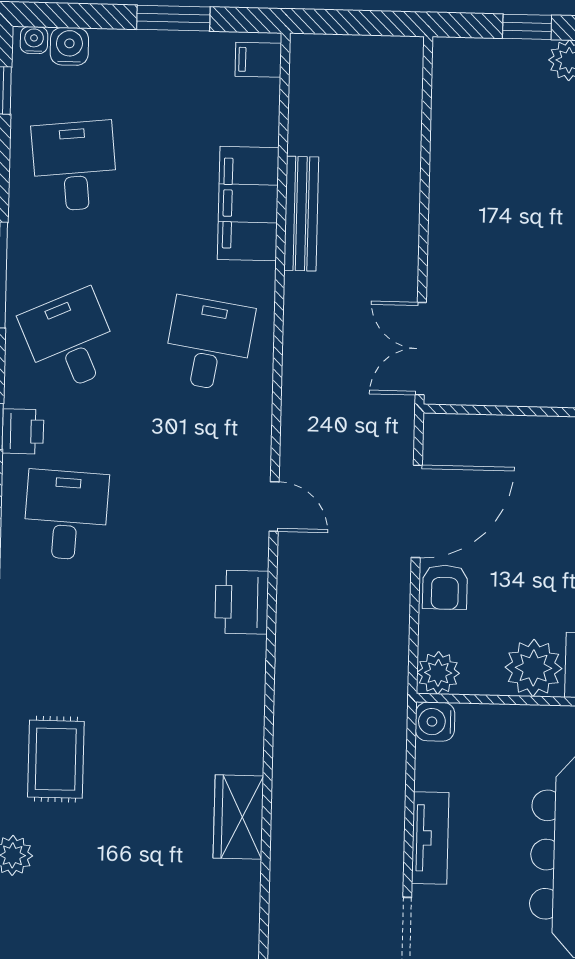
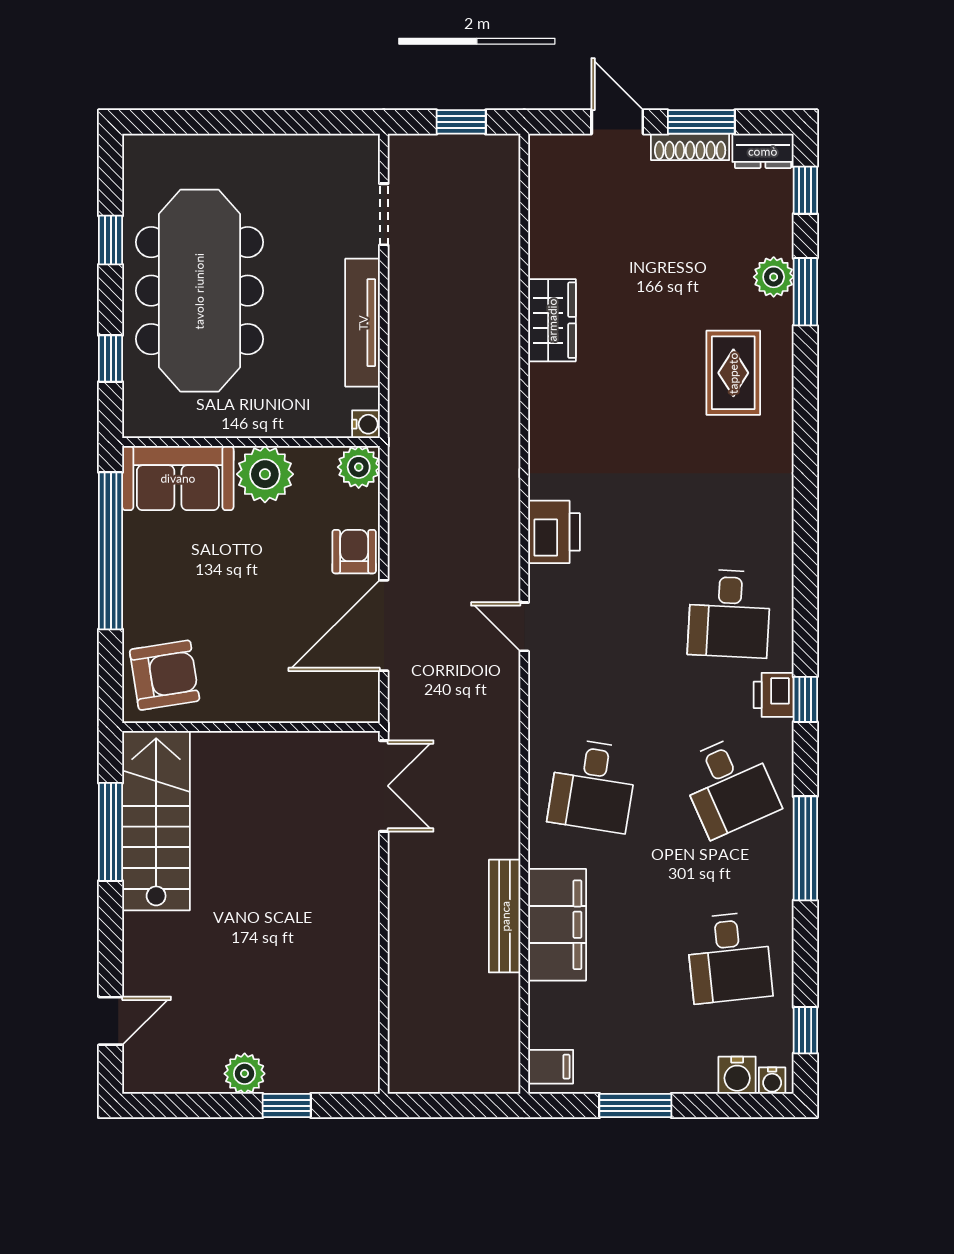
water cooler: (435, 722) -> (366, 424), width x0.72, depth x0.72
tv unit: (430, 838) -> (363, 323), width x1.41

